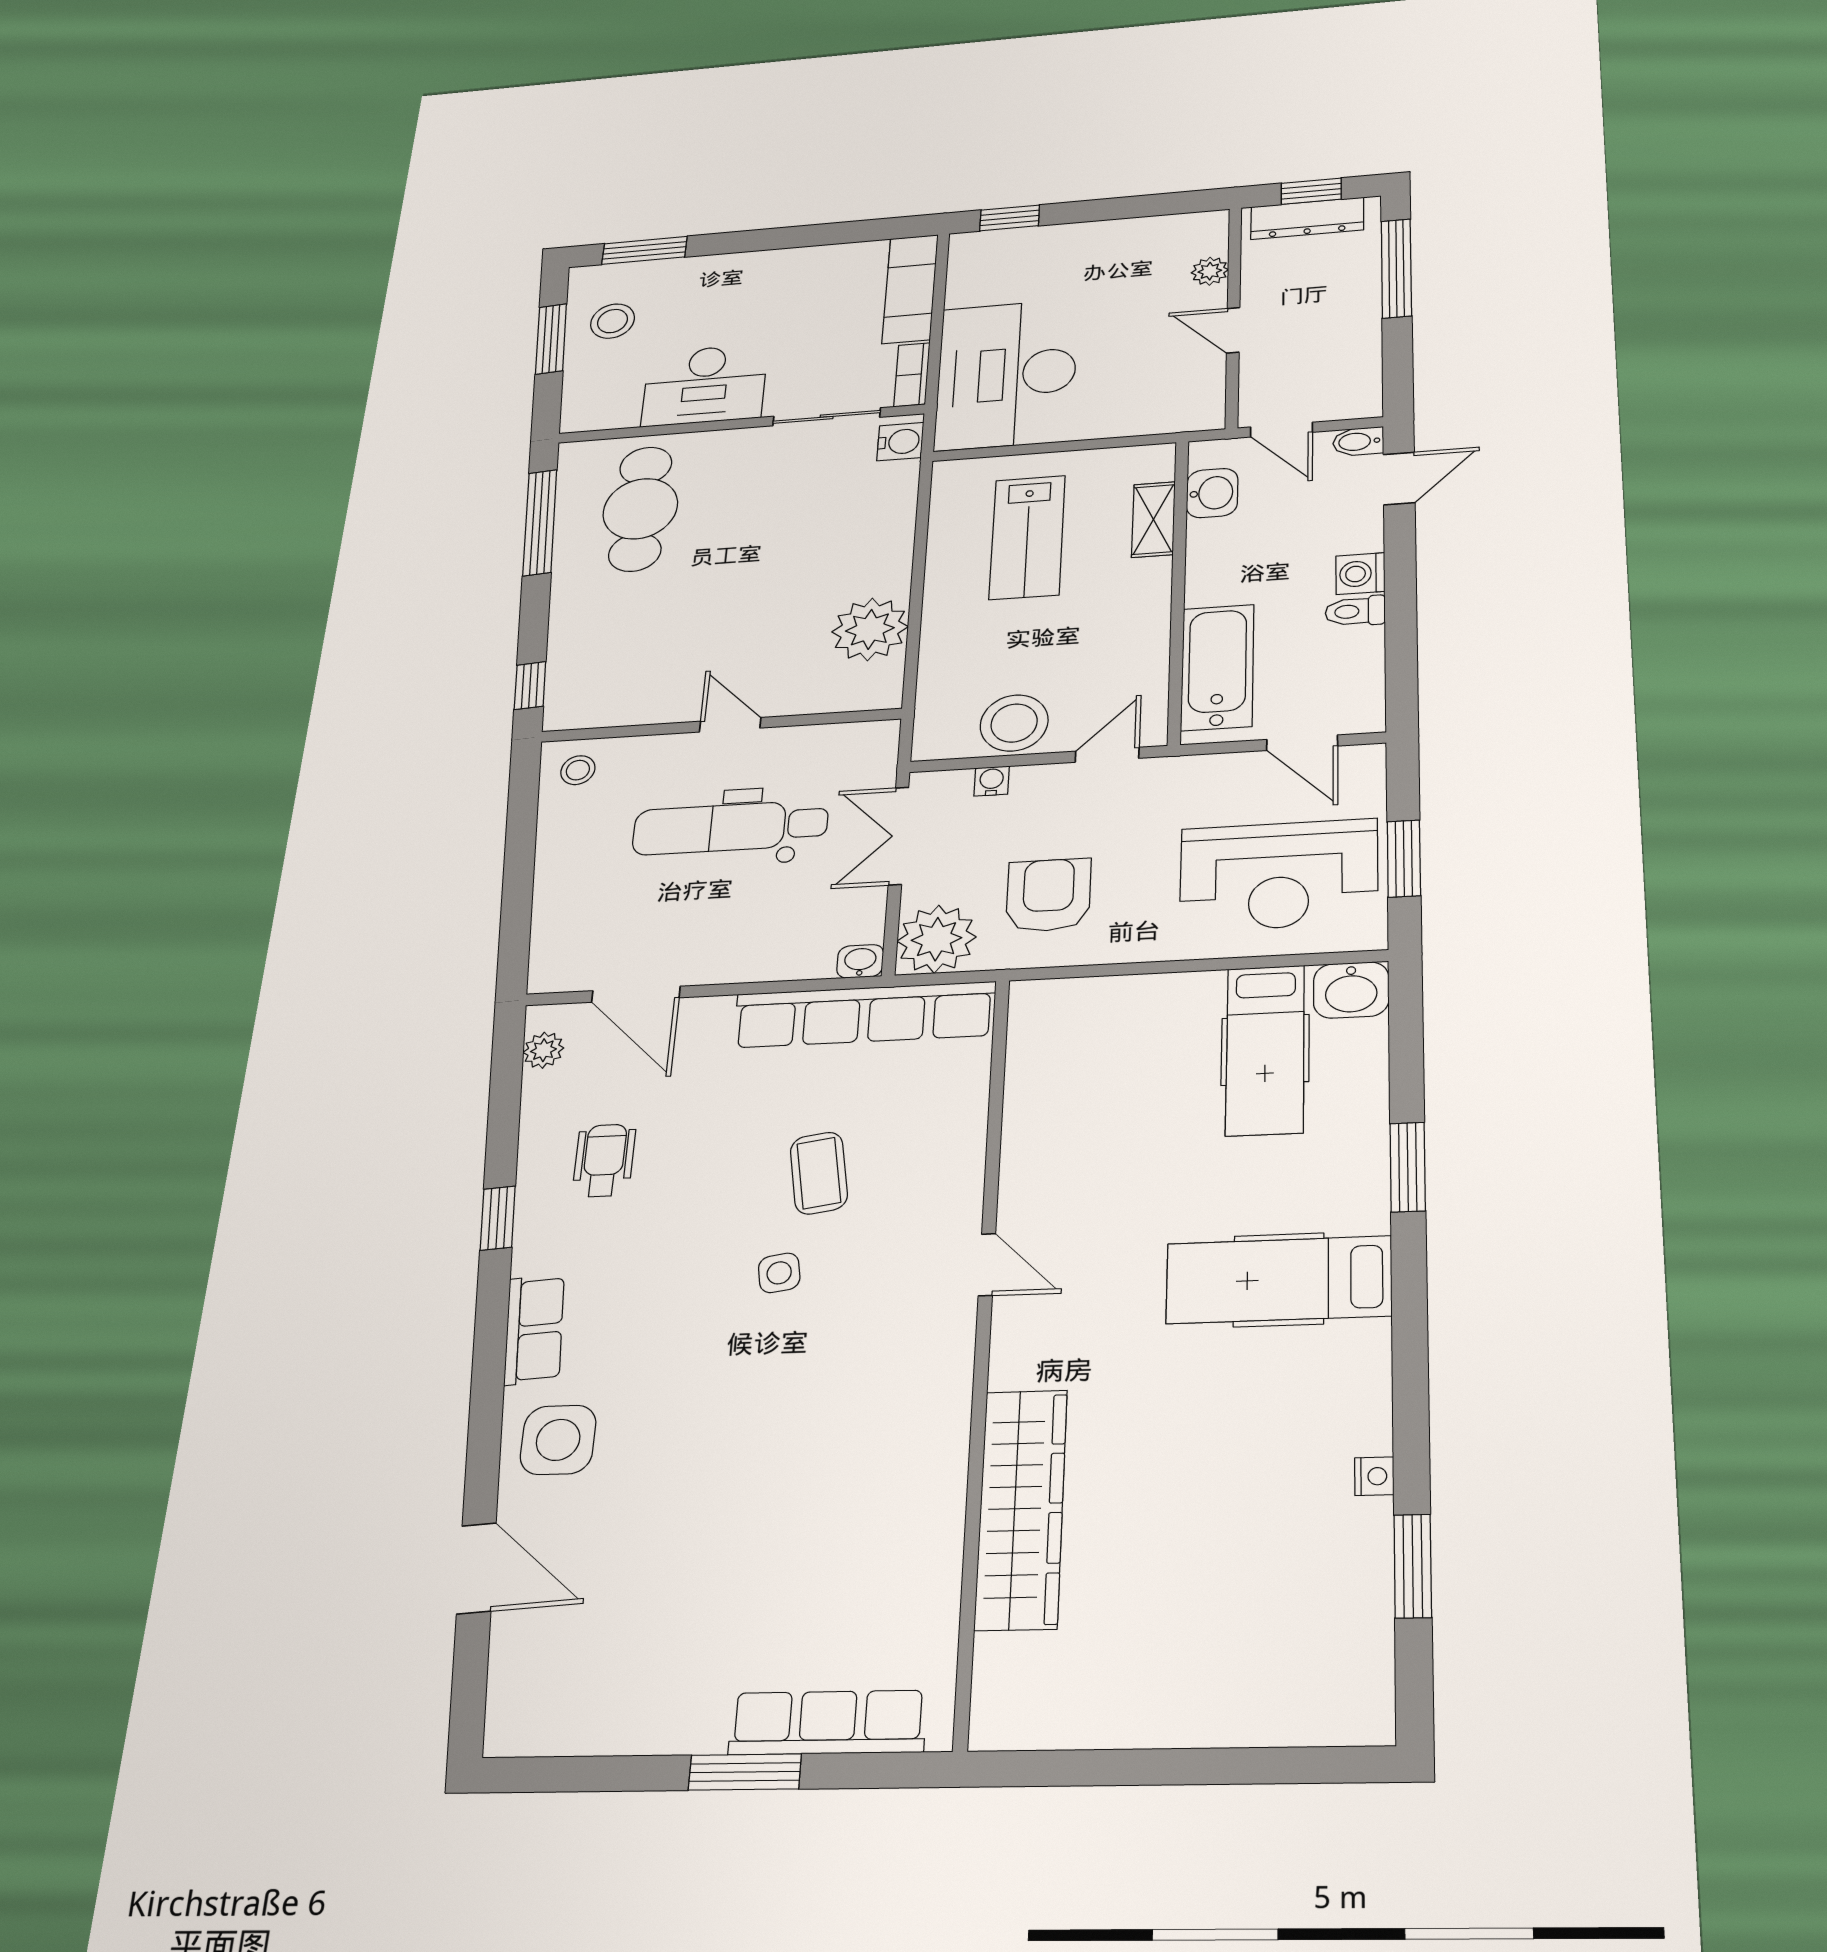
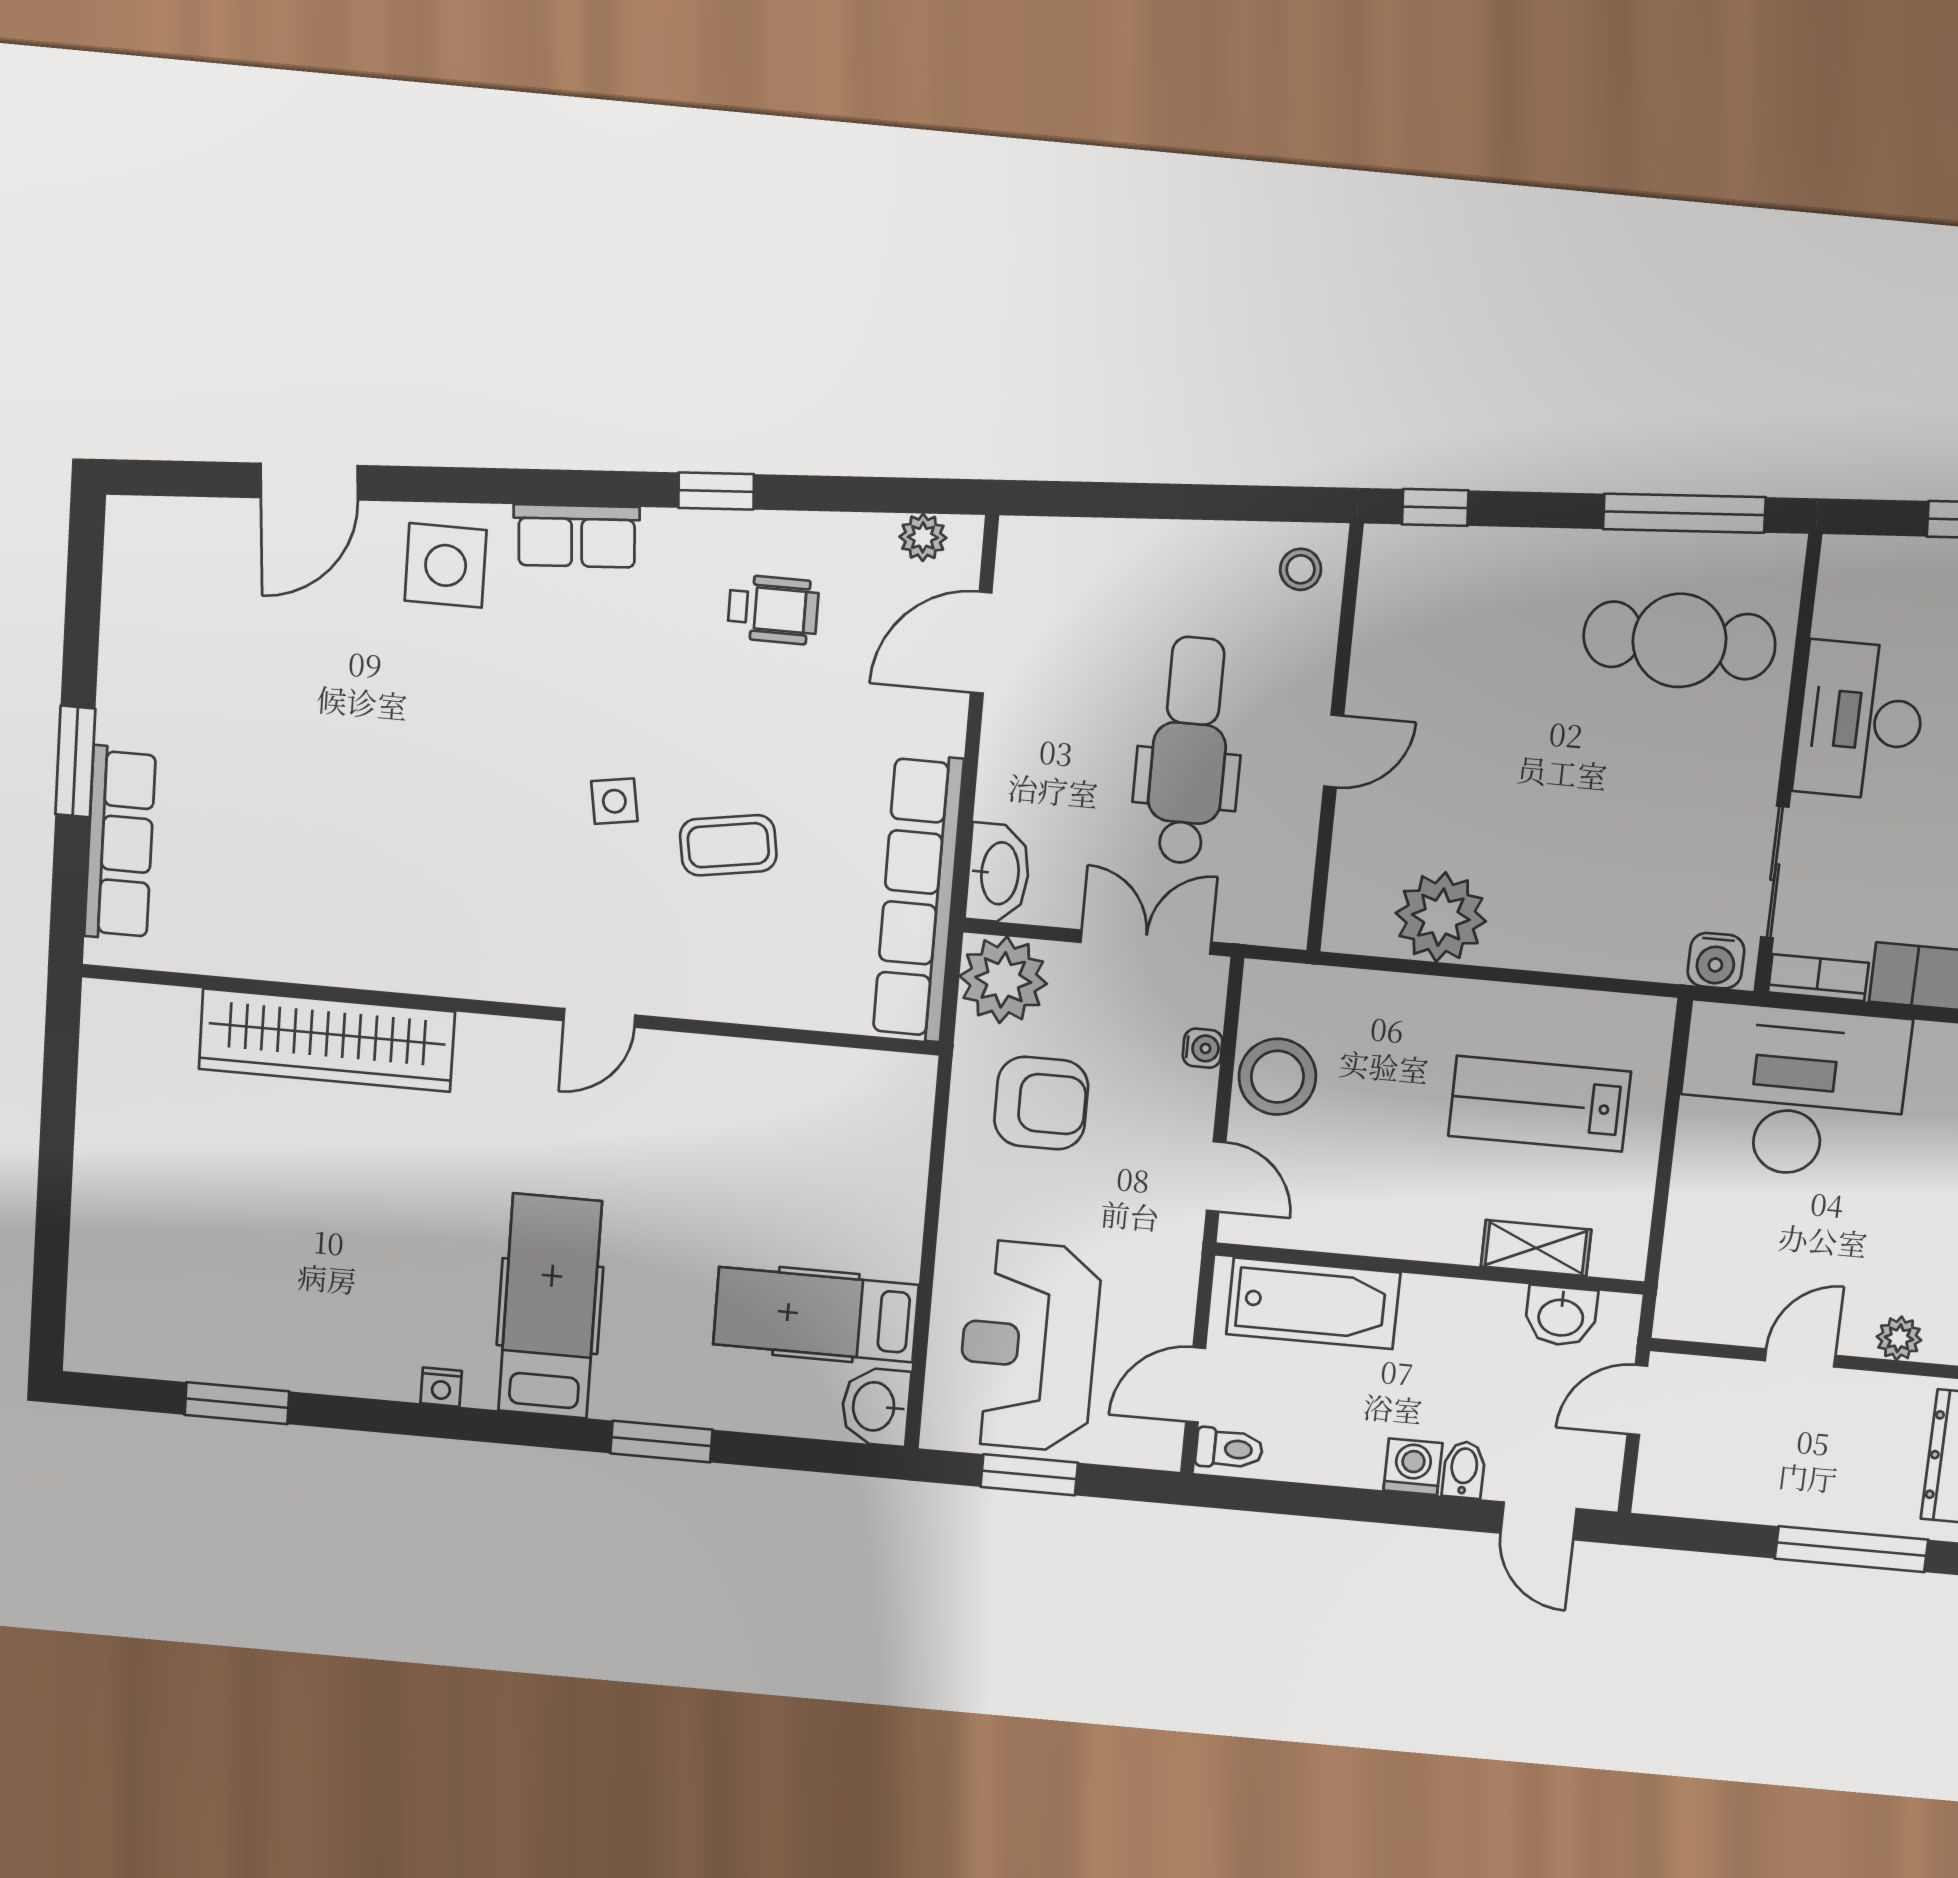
bidet: (1358, 442) -> (1464, 1470), moved
toilet: (1355, 611) -> (1229, 1449), moved, turned 90
washbasin: (860, 961) -> (998, 873), width x1.91, depth x1.45
nightstand: (1374, 1476) -> (441, 1387), moved

